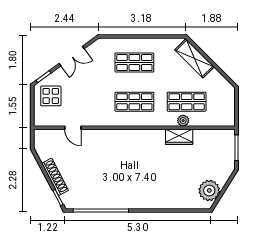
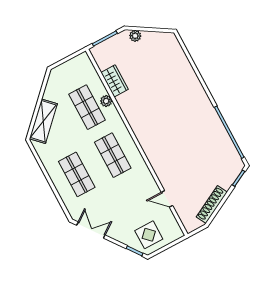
double door: (72, 56) -> (91, 230), moved
door: (73, 128) -> (167, 199), swing flipped
wardrobe: (179, 137) -> (115, 81), moved
shoe rack: (55, 177) -> (212, 205), moved
plant: (209, 190) -> (135, 36), moved, width x0.53, depth x0.53

